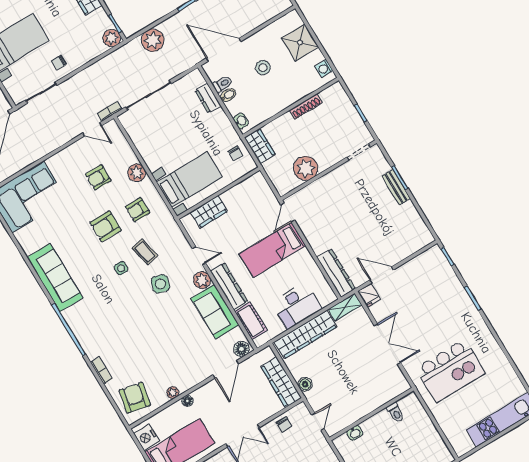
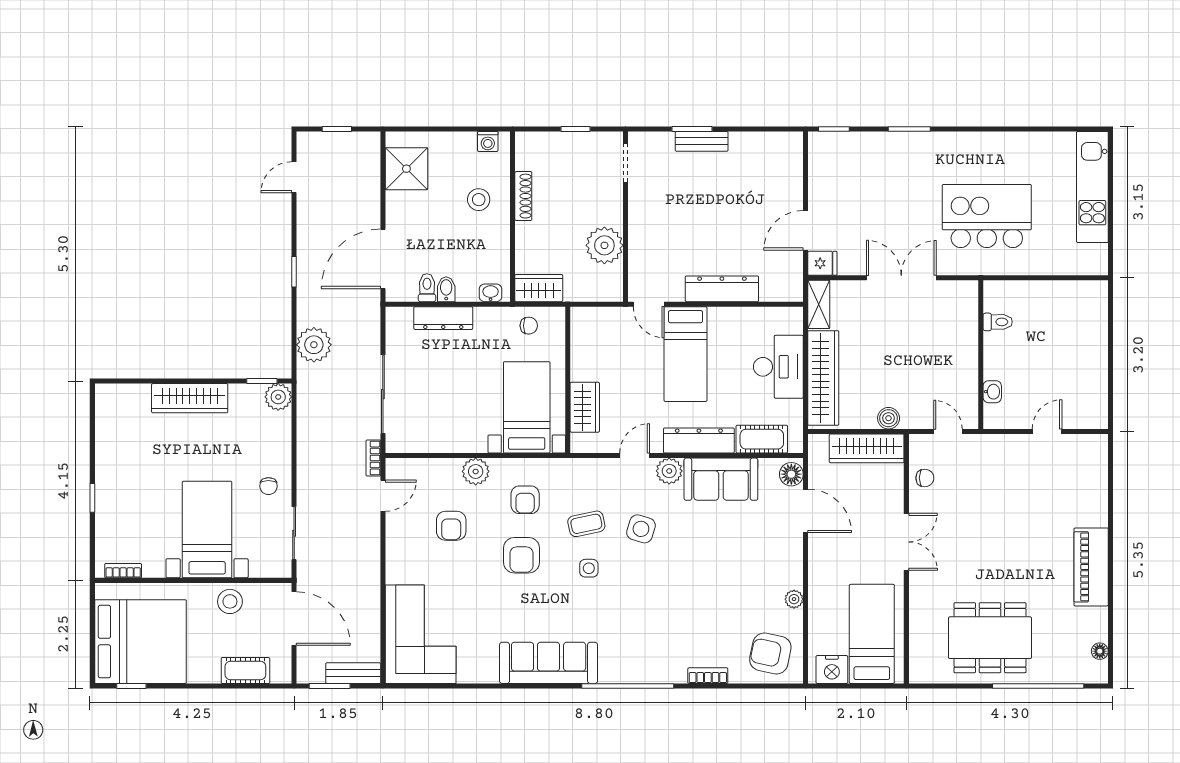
shower: (300, 43) -> (406, 169), moved
stool: (263, 68) -> (479, 200), moved
dresser: (208, 98) -> (443, 318), width x1.44
dresser: (336, 273) -> (722, 289), moved
kitchen island: (451, 371) -> (987, 216), turned -90
floor lamp: (187, 401) -> (817, 587), removed

